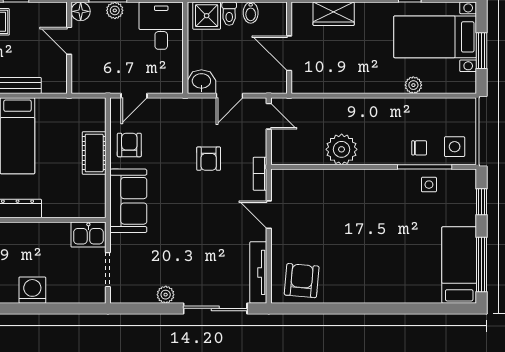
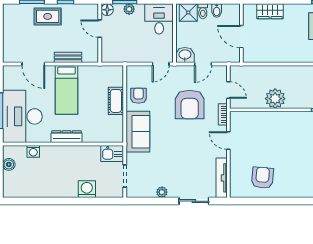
door: (134, 96) -> (161, 64), moved
door: (269, 116) -> (228, 90), moved
armchair: (209, 159) -> (190, 105), width x1.88, depth x1.88
armchair: (302, 281) -> (262, 178), moved
washing machine: (32, 290) -> (87, 189), moved
sliding door: (215, 308) -> (194, 201), width x0.73

